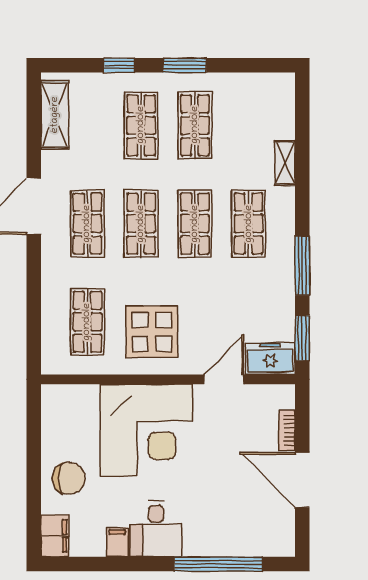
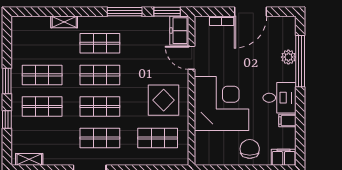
shelving: (55, 115) -> (29, 159), width x0.67, depth x0.75
plant: (225, 544) -> (288, 57), added

